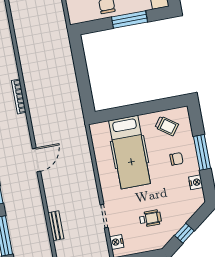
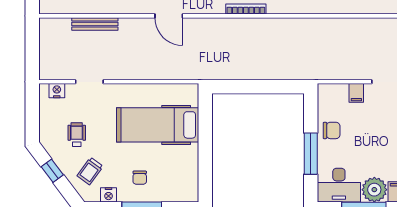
trolley: (167, 126) -> (90, 171), moved
wheelchair: (150, 218) -> (77, 135), turned 180
bench: (56, 226) -> (95, 24), width x1.36

